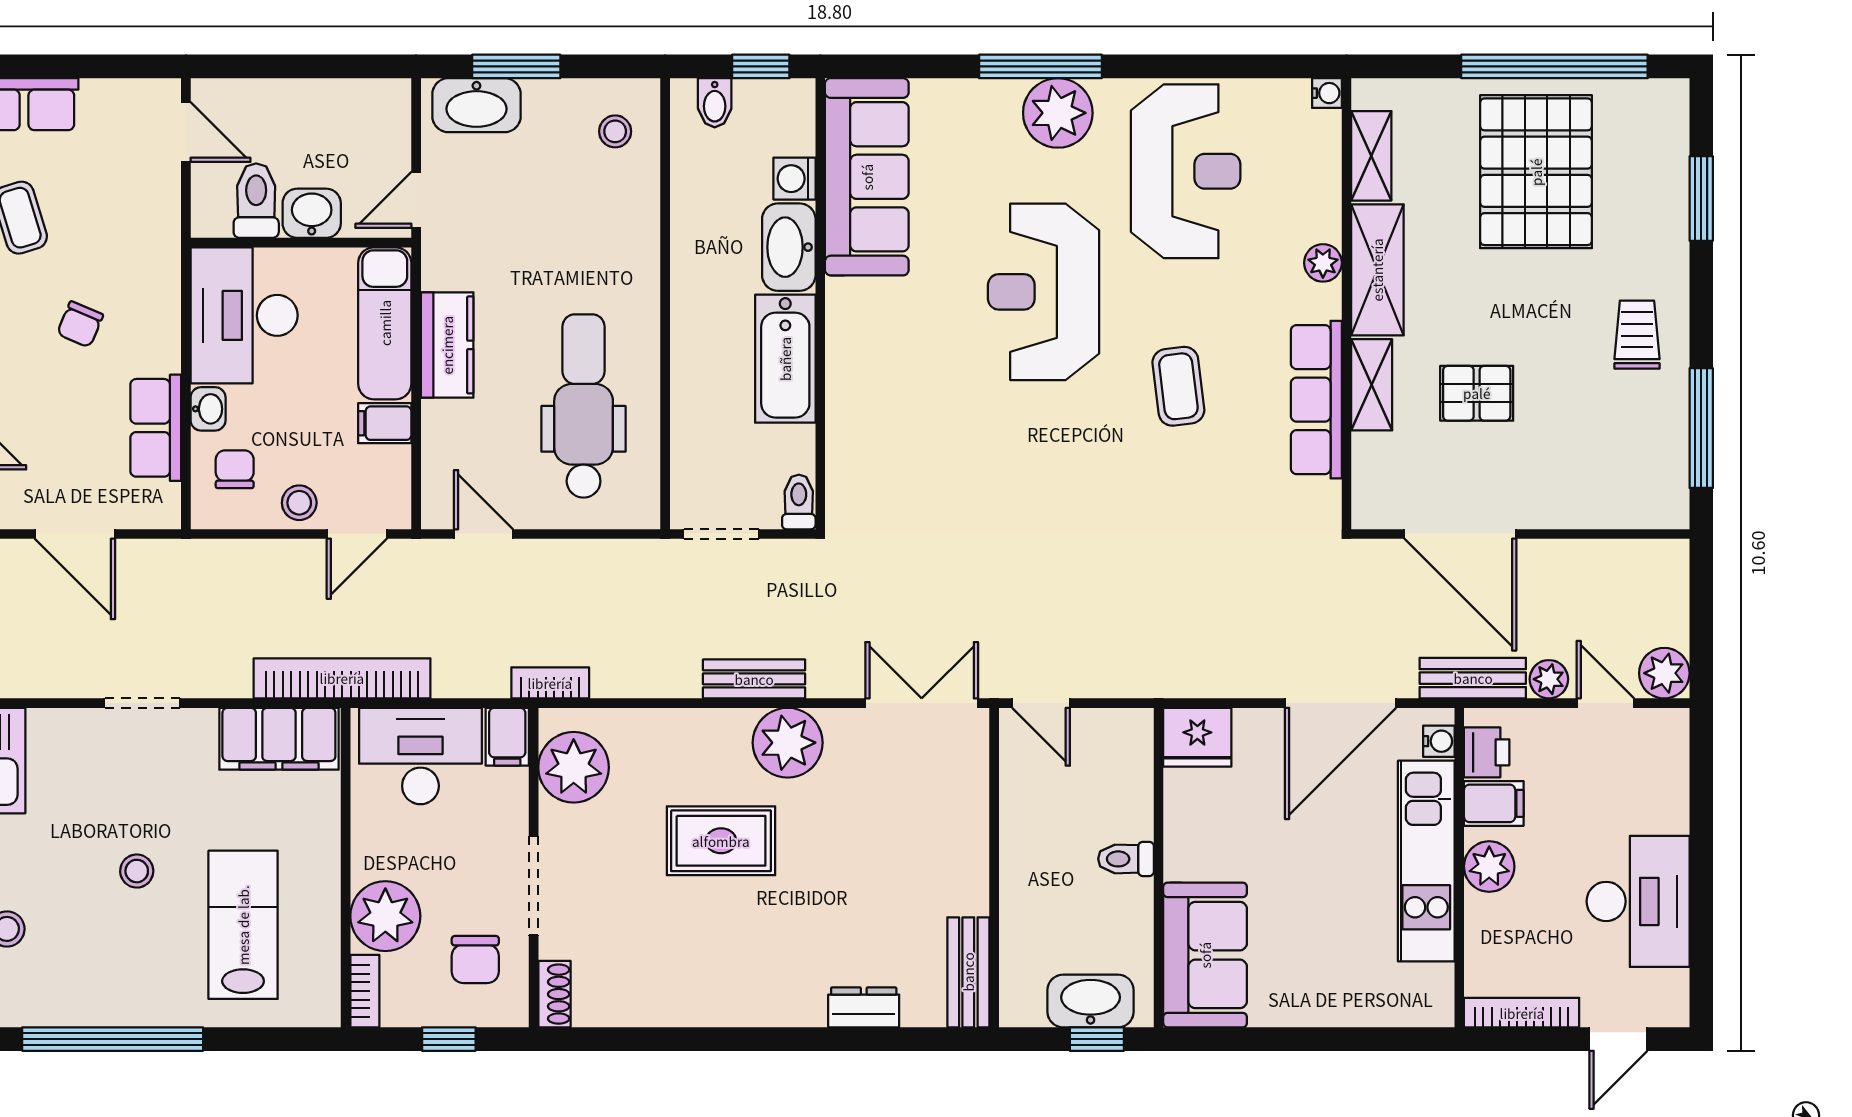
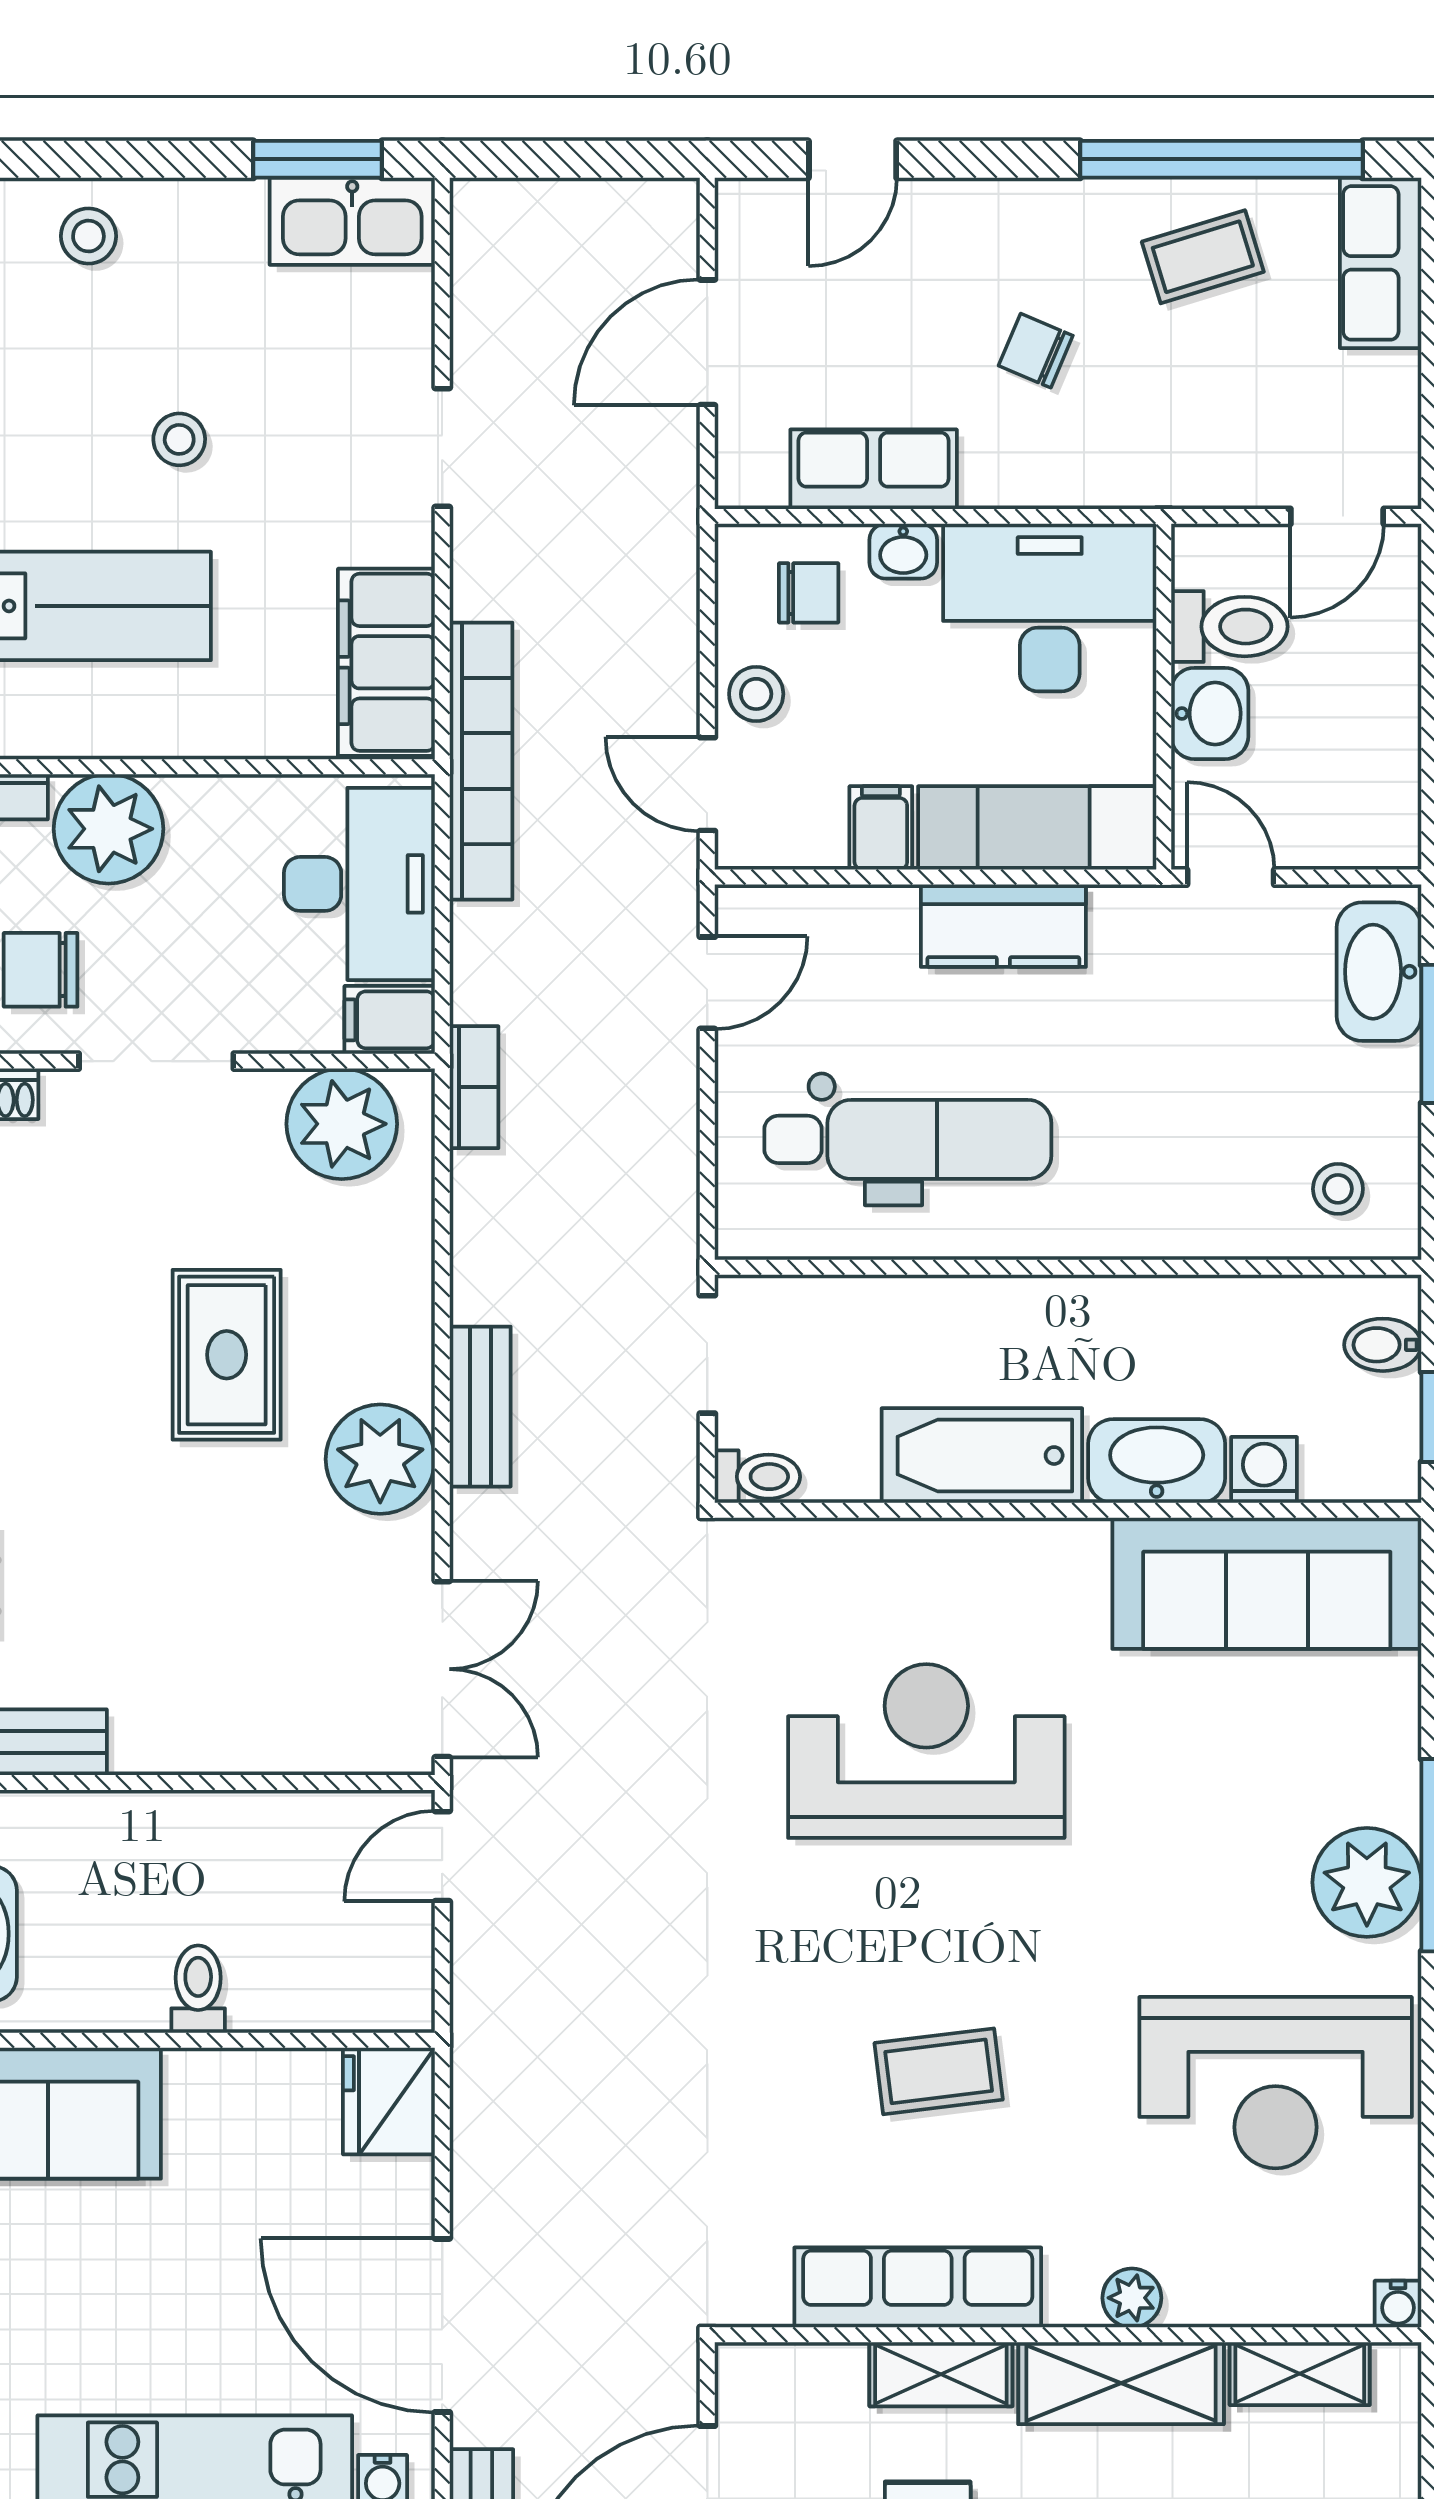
reception desk: (1044, 292) -> (926, 1751), moved

